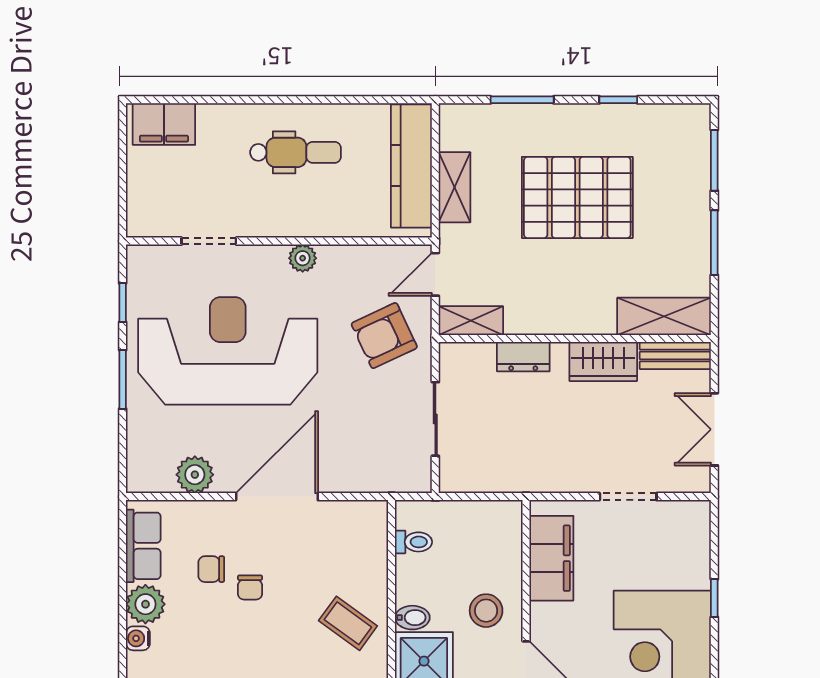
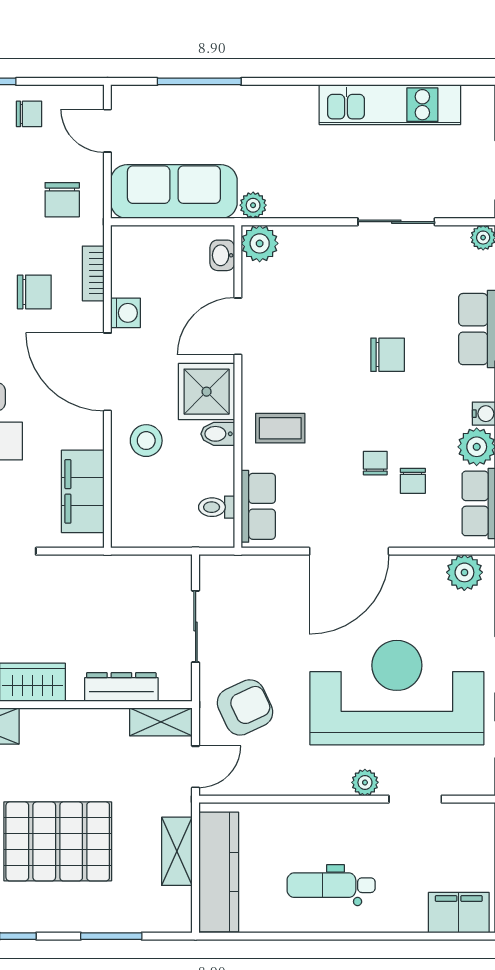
plant: (303, 258) -> (365, 782), moved
reception desk: (228, 351) -> (397, 693), turned 180
dresser: (523, 357) -> (121, 687), width x1.44
plant: (195, 475) -> (464, 572), moved
row of seats: (371, 543) -> (258, 506), added
chair: (211, 569) -> (413, 481), turned 90
coffee table: (348, 623) -> (280, 428), turned -36

